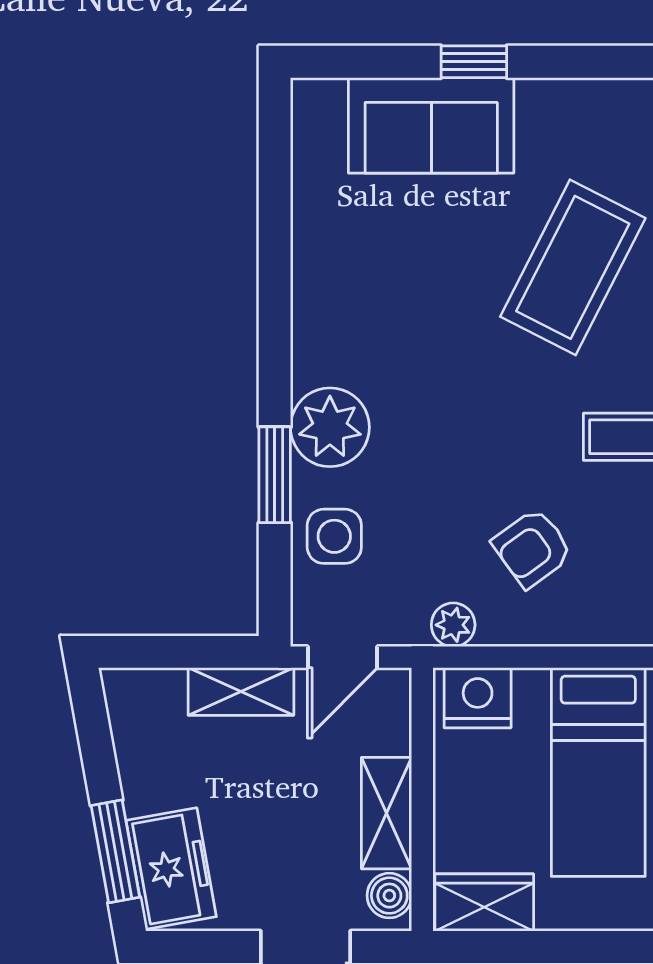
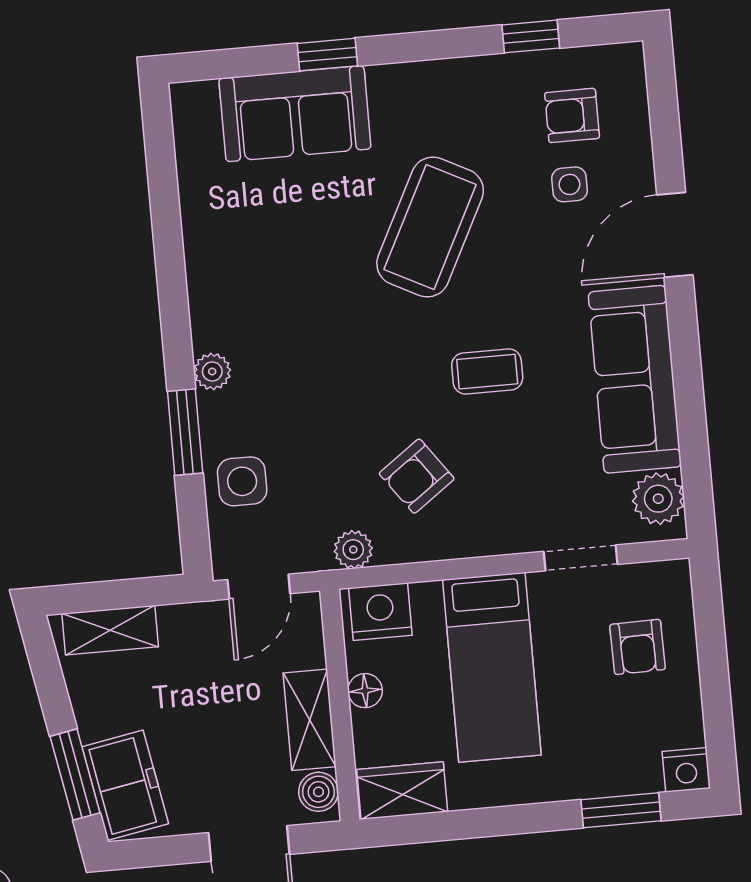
plant: (330, 427) -> (212, 371), width x0.53, depth x0.53
shelving: (241, 692) -> (110, 630), moved
floor lamp: (452, 786) -> (365, 691), added

